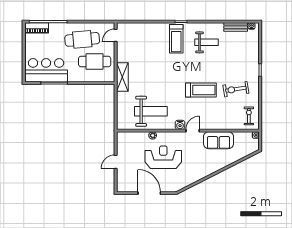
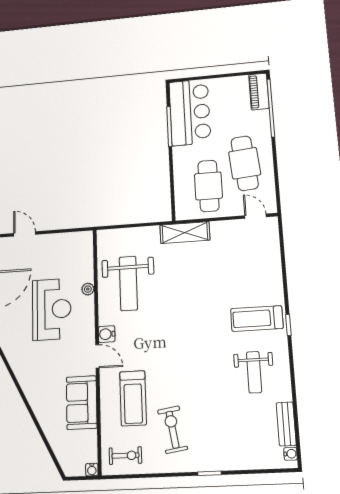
treadmill: (201, 90) -> (133, 398), moved
door: (116, 162) -> (25, 234), moved

